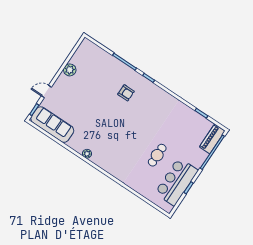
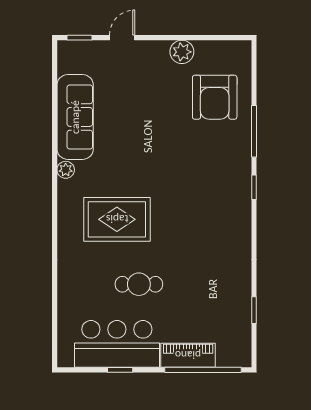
door: (46, 91) -> (122, 38), hinge flipped
armchair: (126, 93) -> (215, 97), moved, width x1.88, depth x1.88
sofa: (52, 125) -> (75, 117), moved
piano: (212, 139) -> (188, 355), moved
rug: (123, 146) -> (117, 219), added

